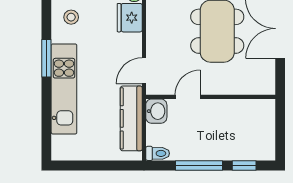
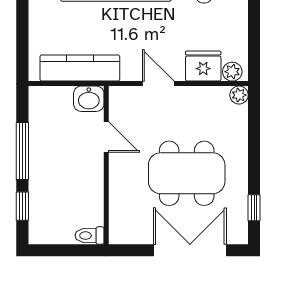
door: (144, 71) -> (158, 84), moved
toilet: (158, 153) -> (90, 236), moved, turned 90

